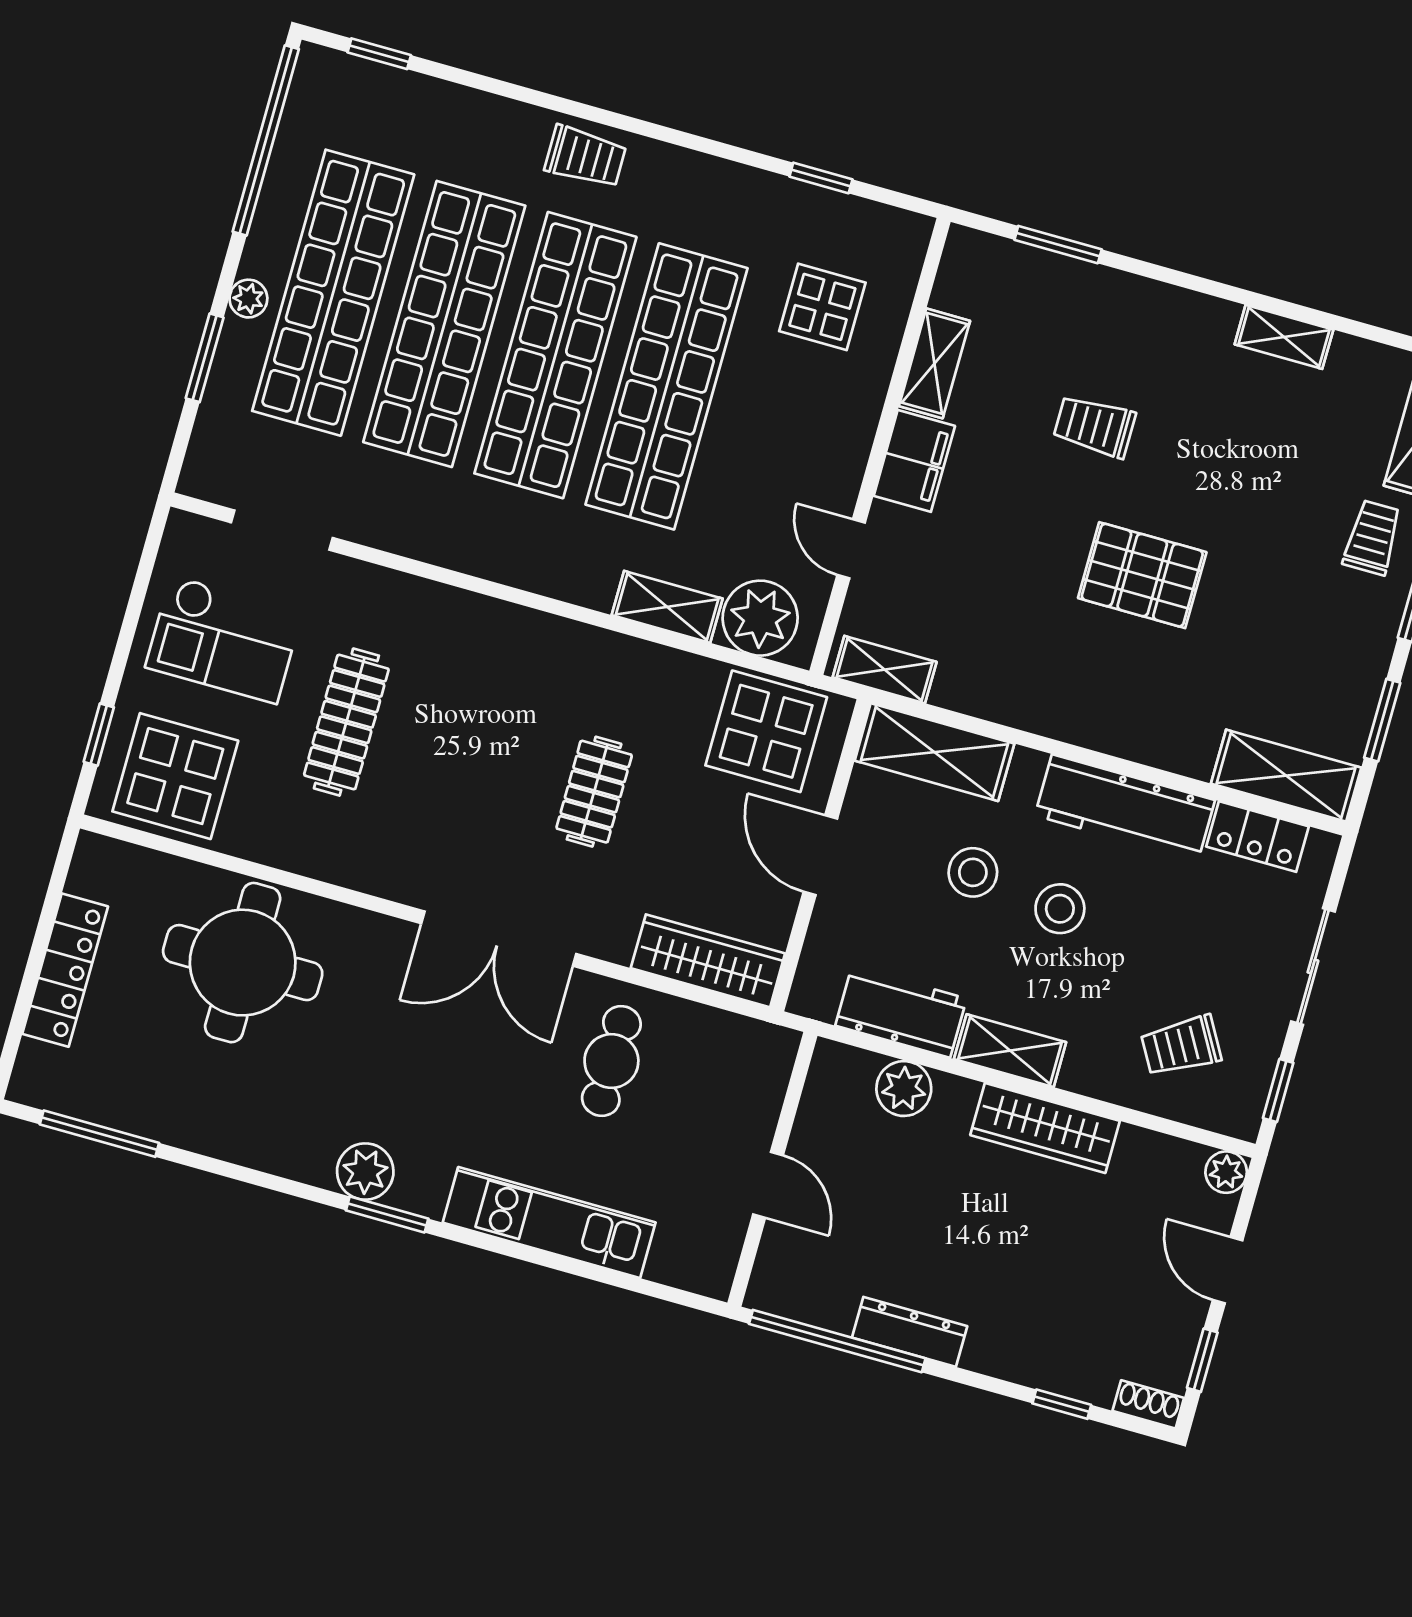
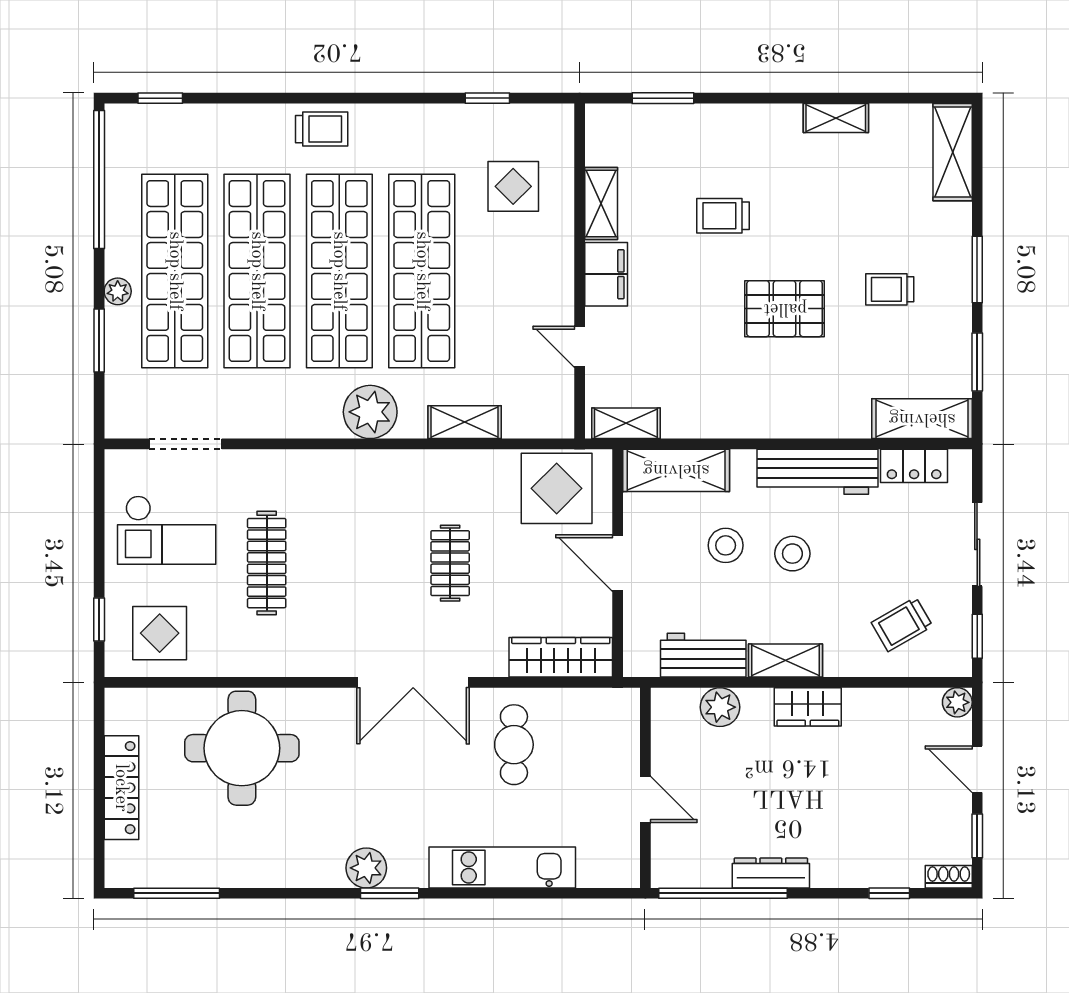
trolley: (1372, 538) -> (890, 289), moved, turned -90
plant: (760, 618) -> (370, 412), moved
display table: (175, 776) -> (160, 633), width x0.73, depth x0.73
wardrobe: (1045, 1128) -> (808, 707), width x0.67

